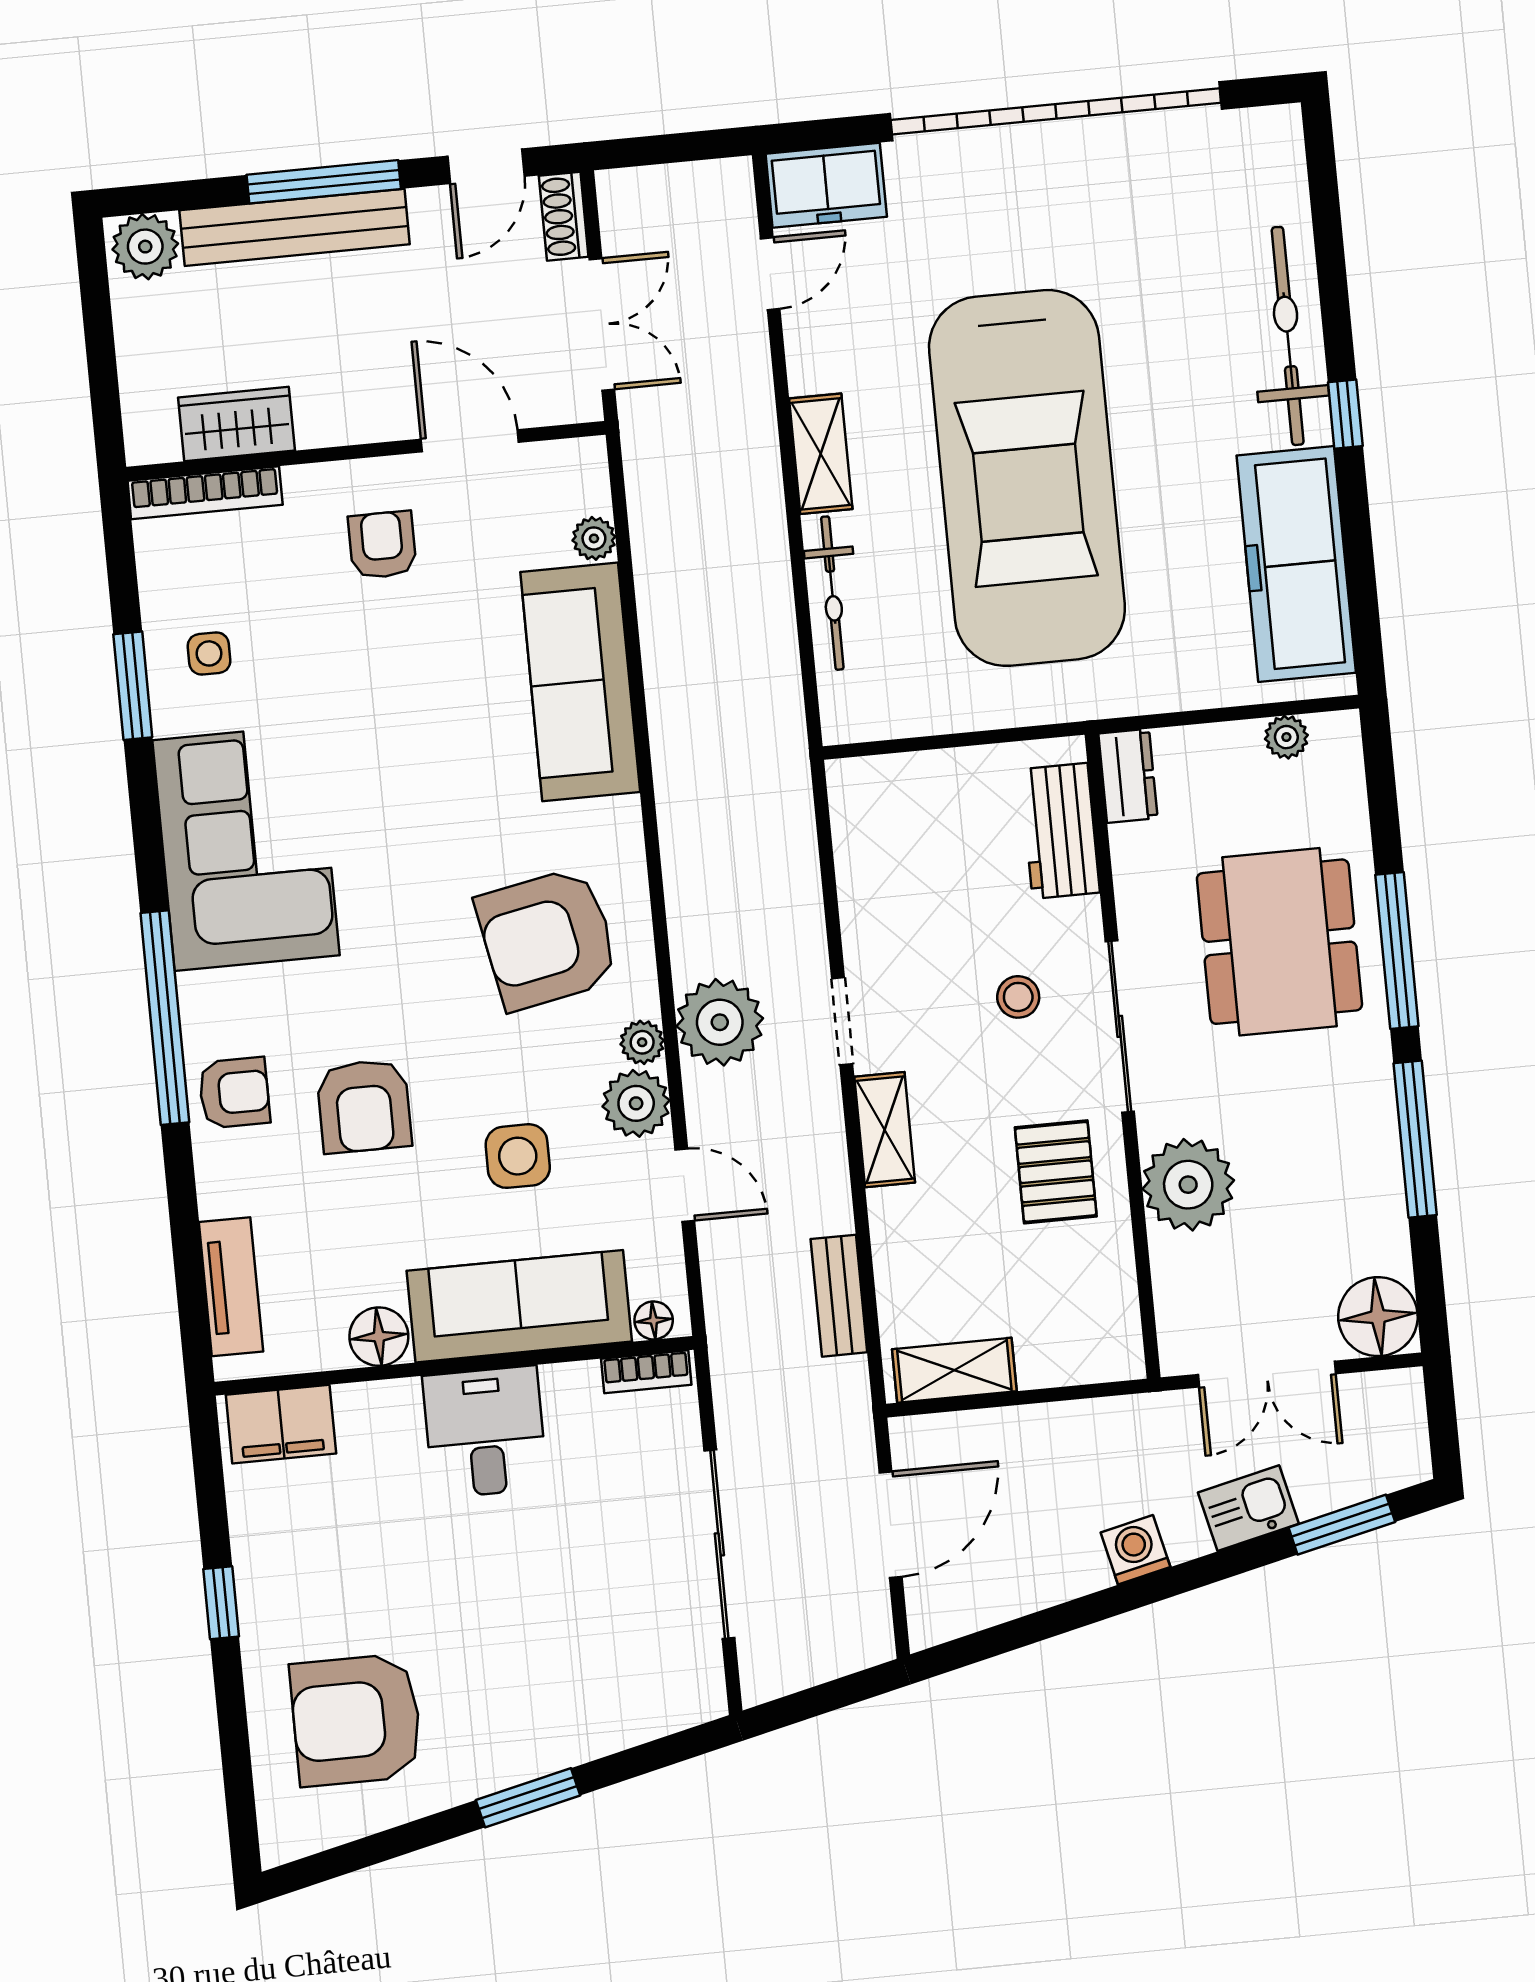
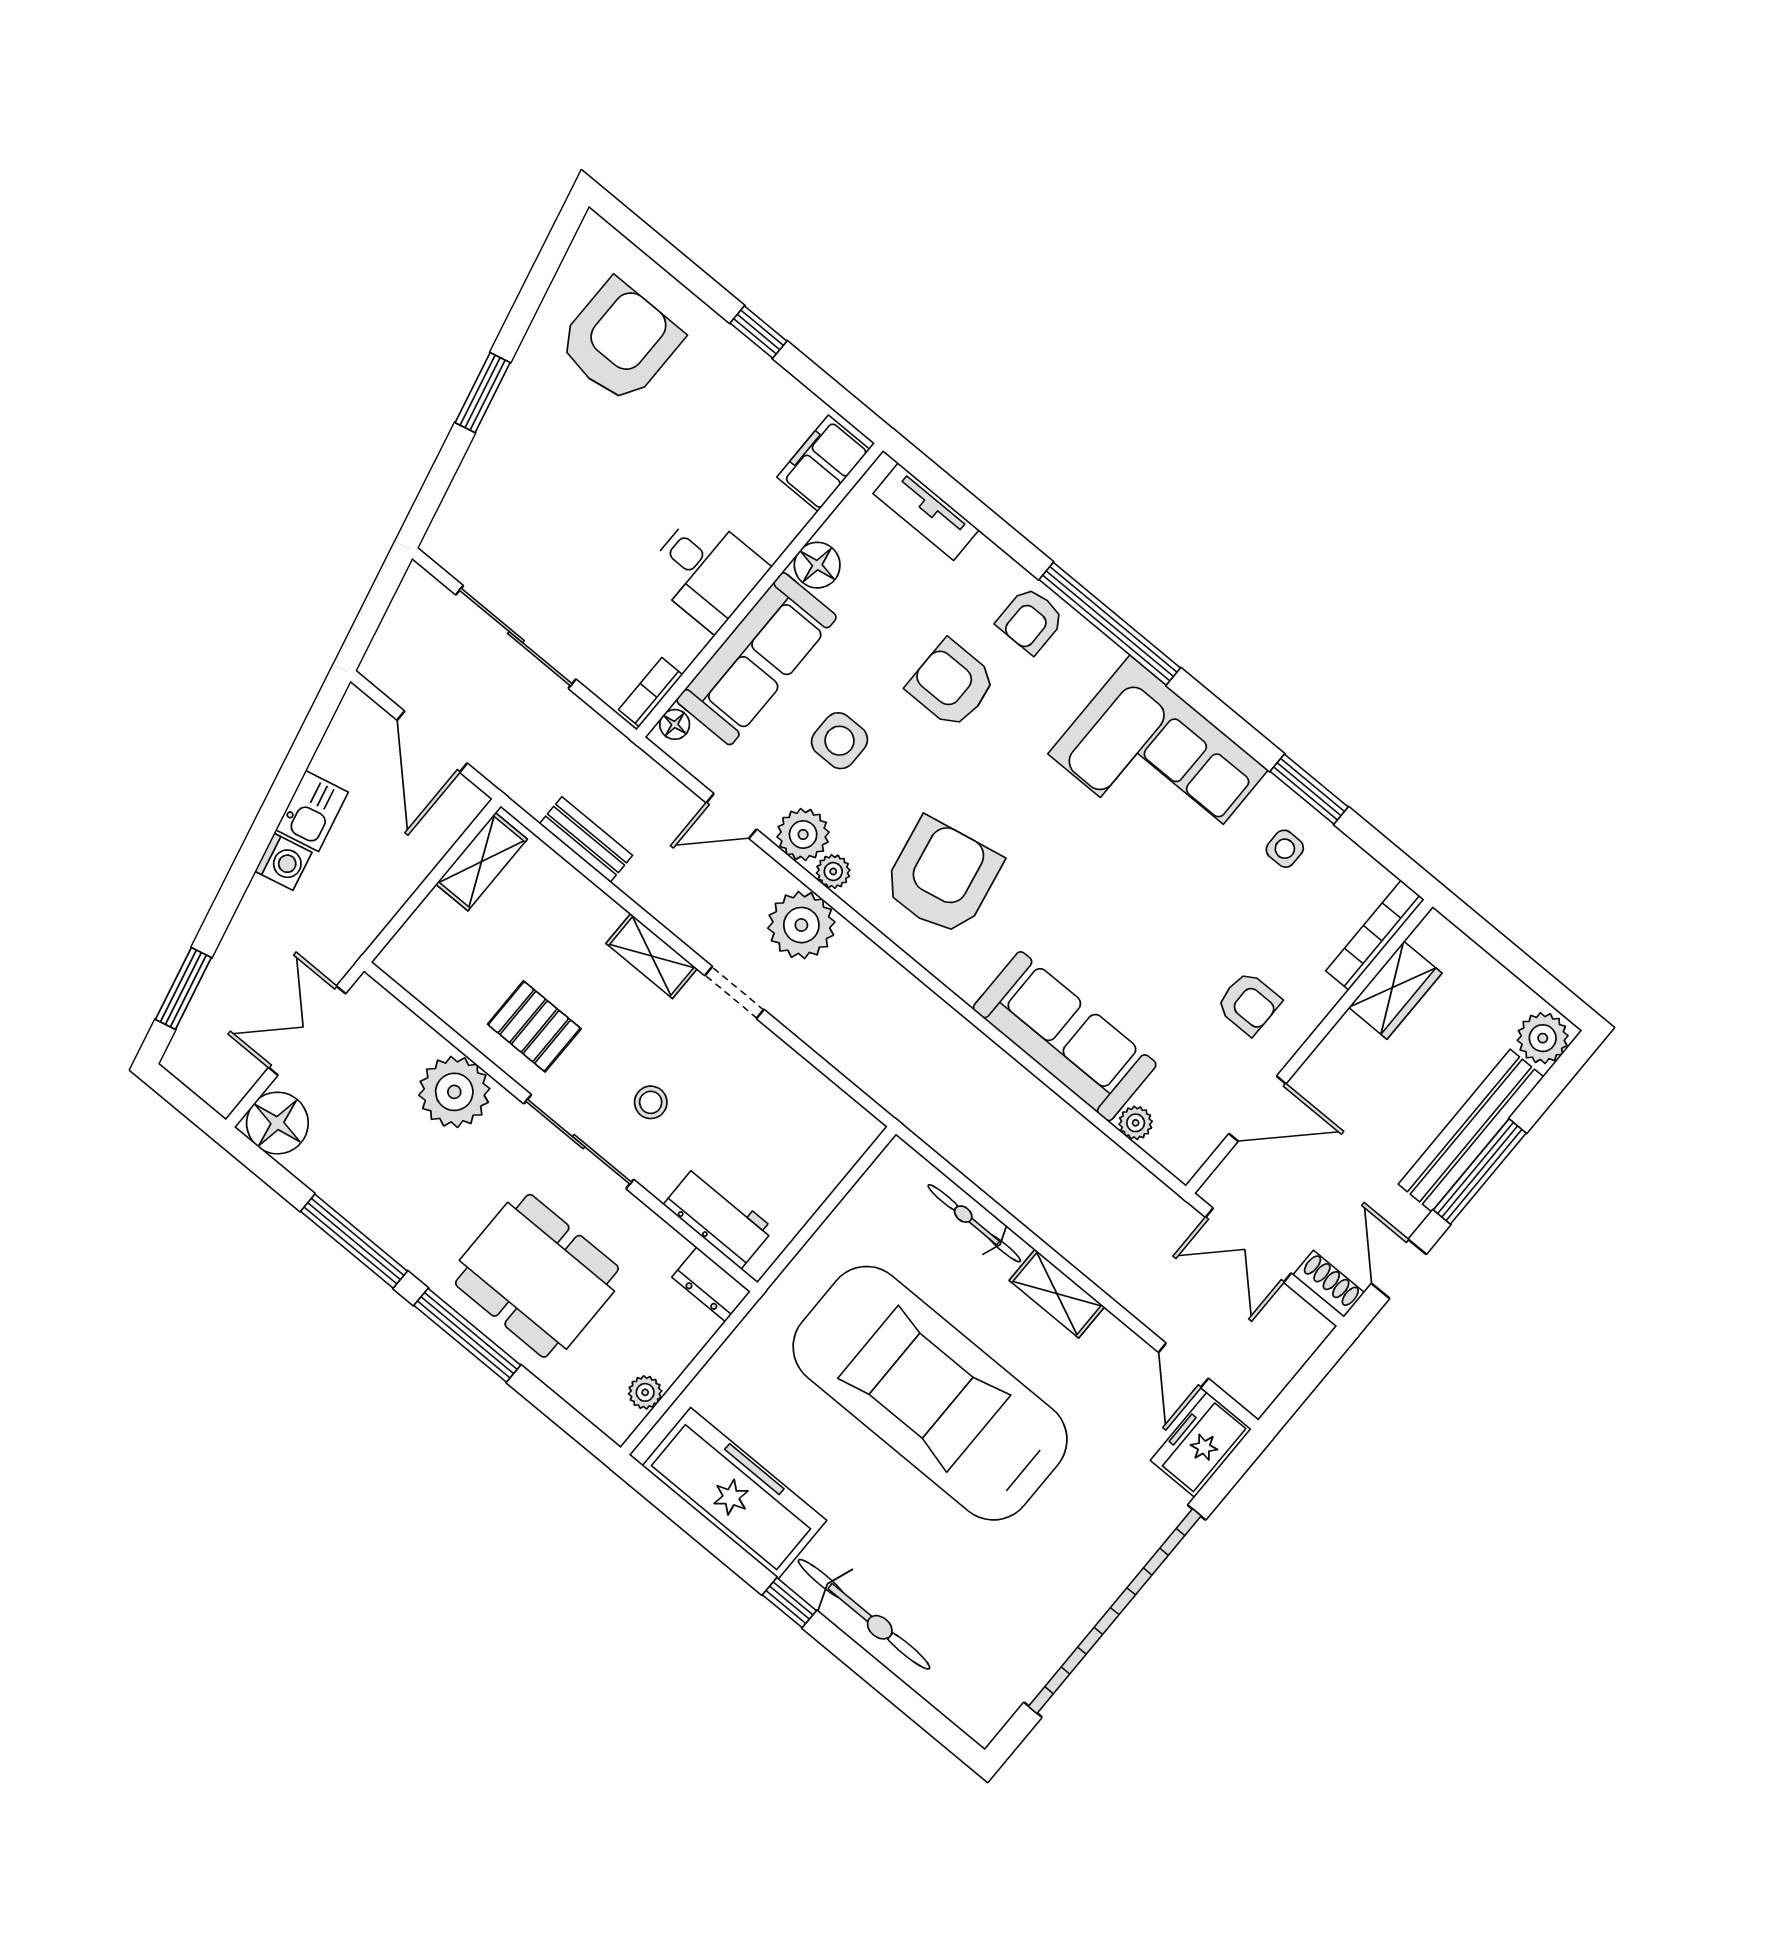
kitchen sink: (1248, 1508) -> (312, 811), moved

